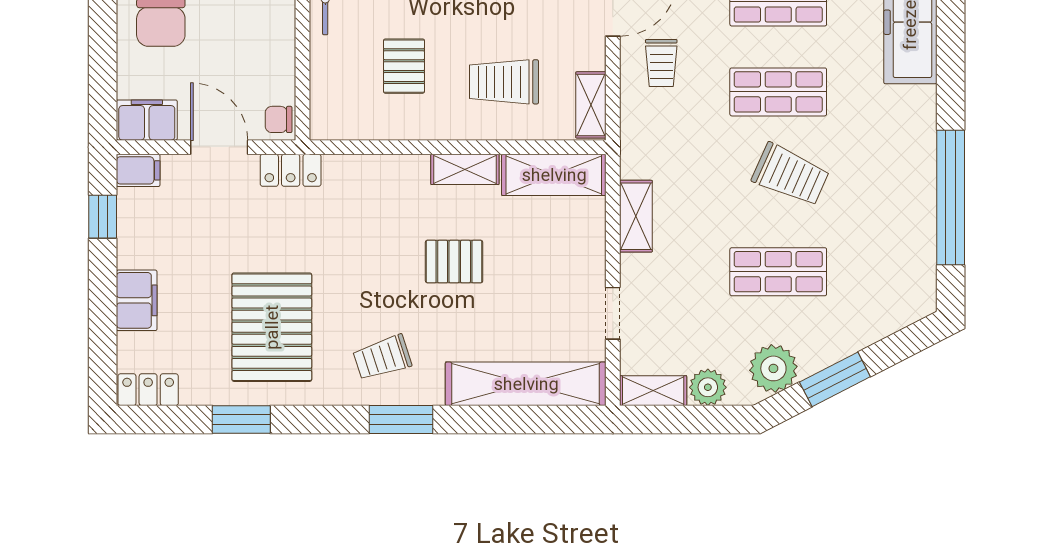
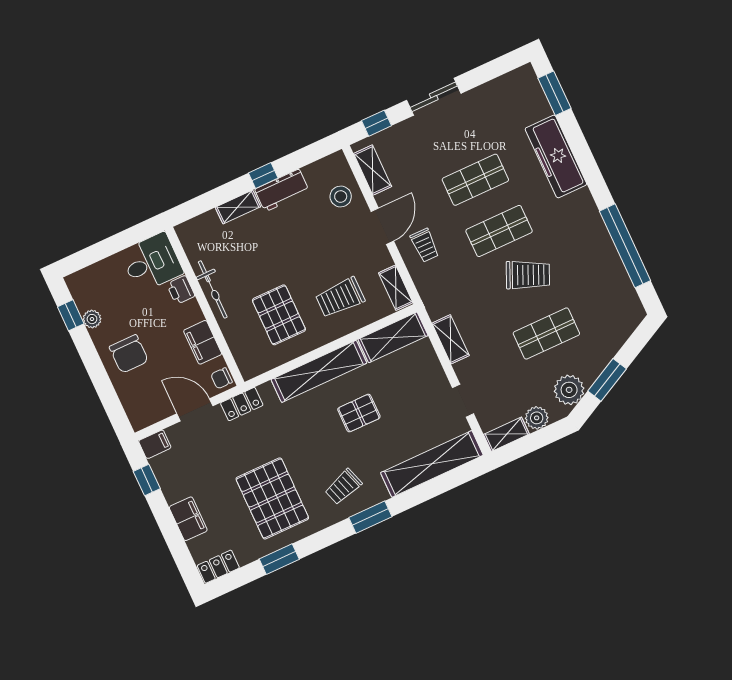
pallet: (404, 66) -> (279, 315), width x1.50, depth x1.42
filing cabinet: (147, 120) -> (203, 342), moved, turned -90
shelving: (465, 169) -> (319, 371), width x2.20, depth x1.33

